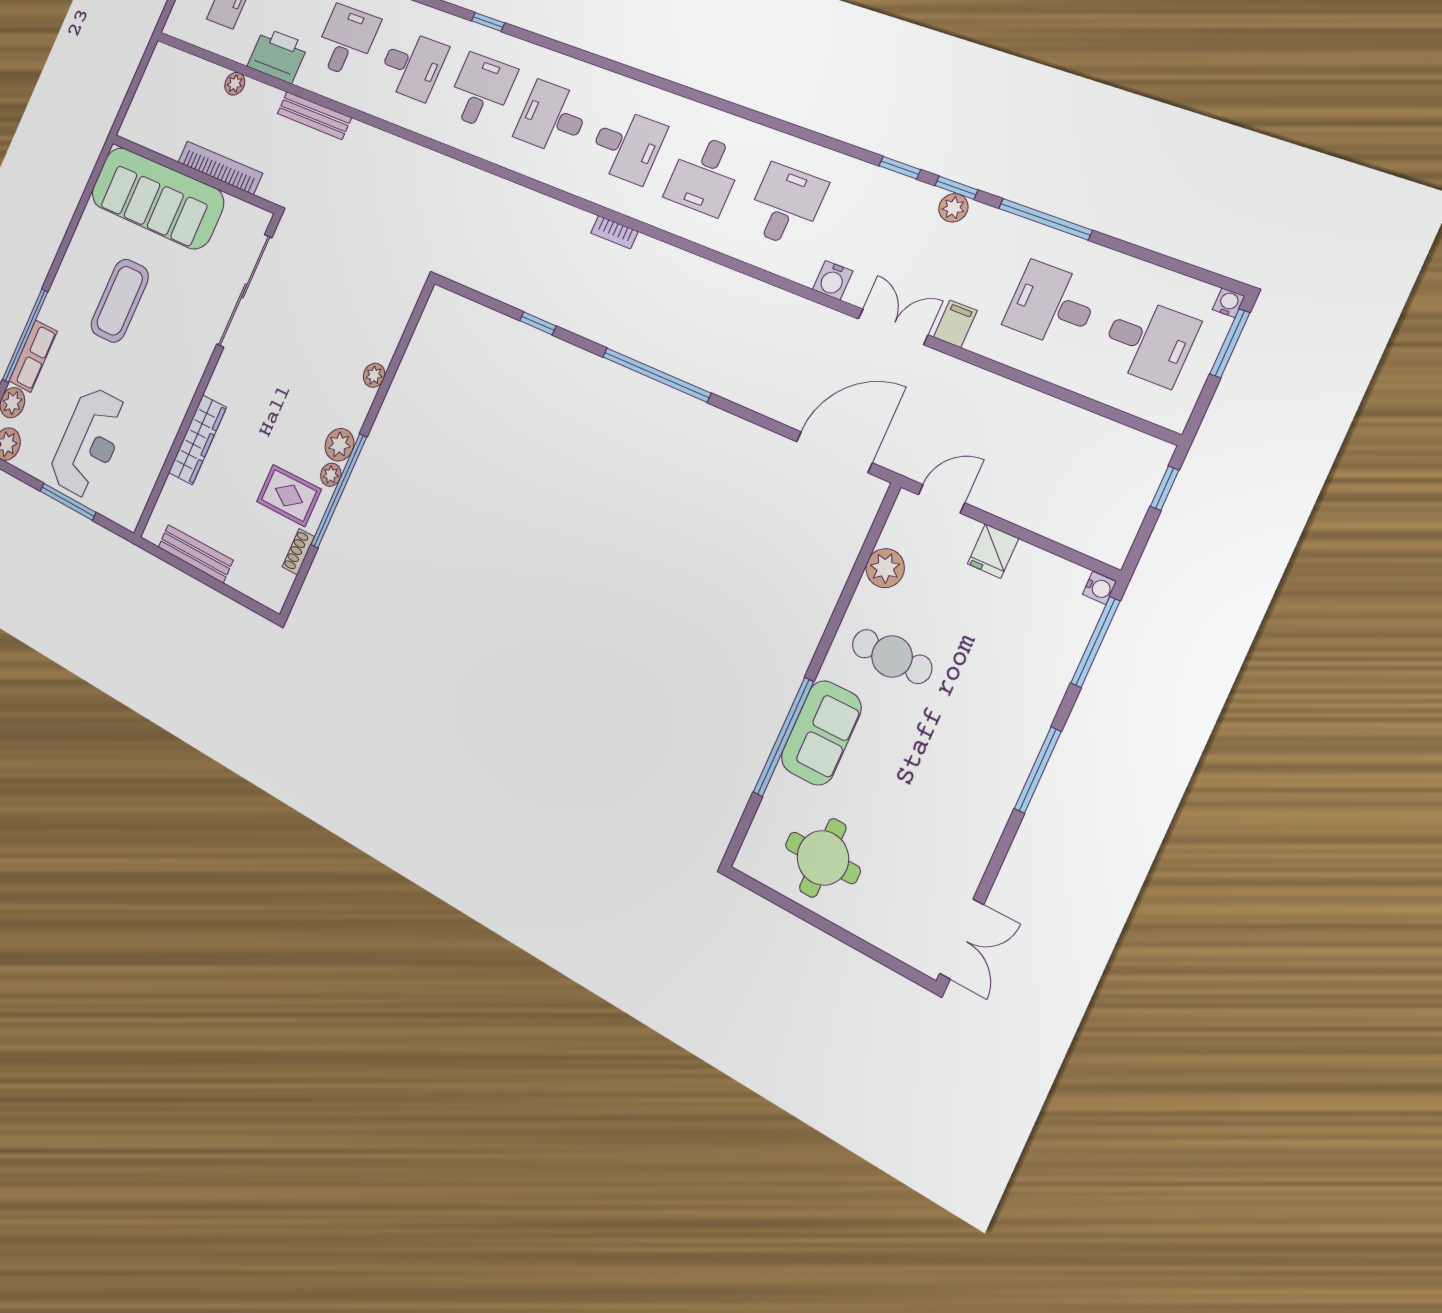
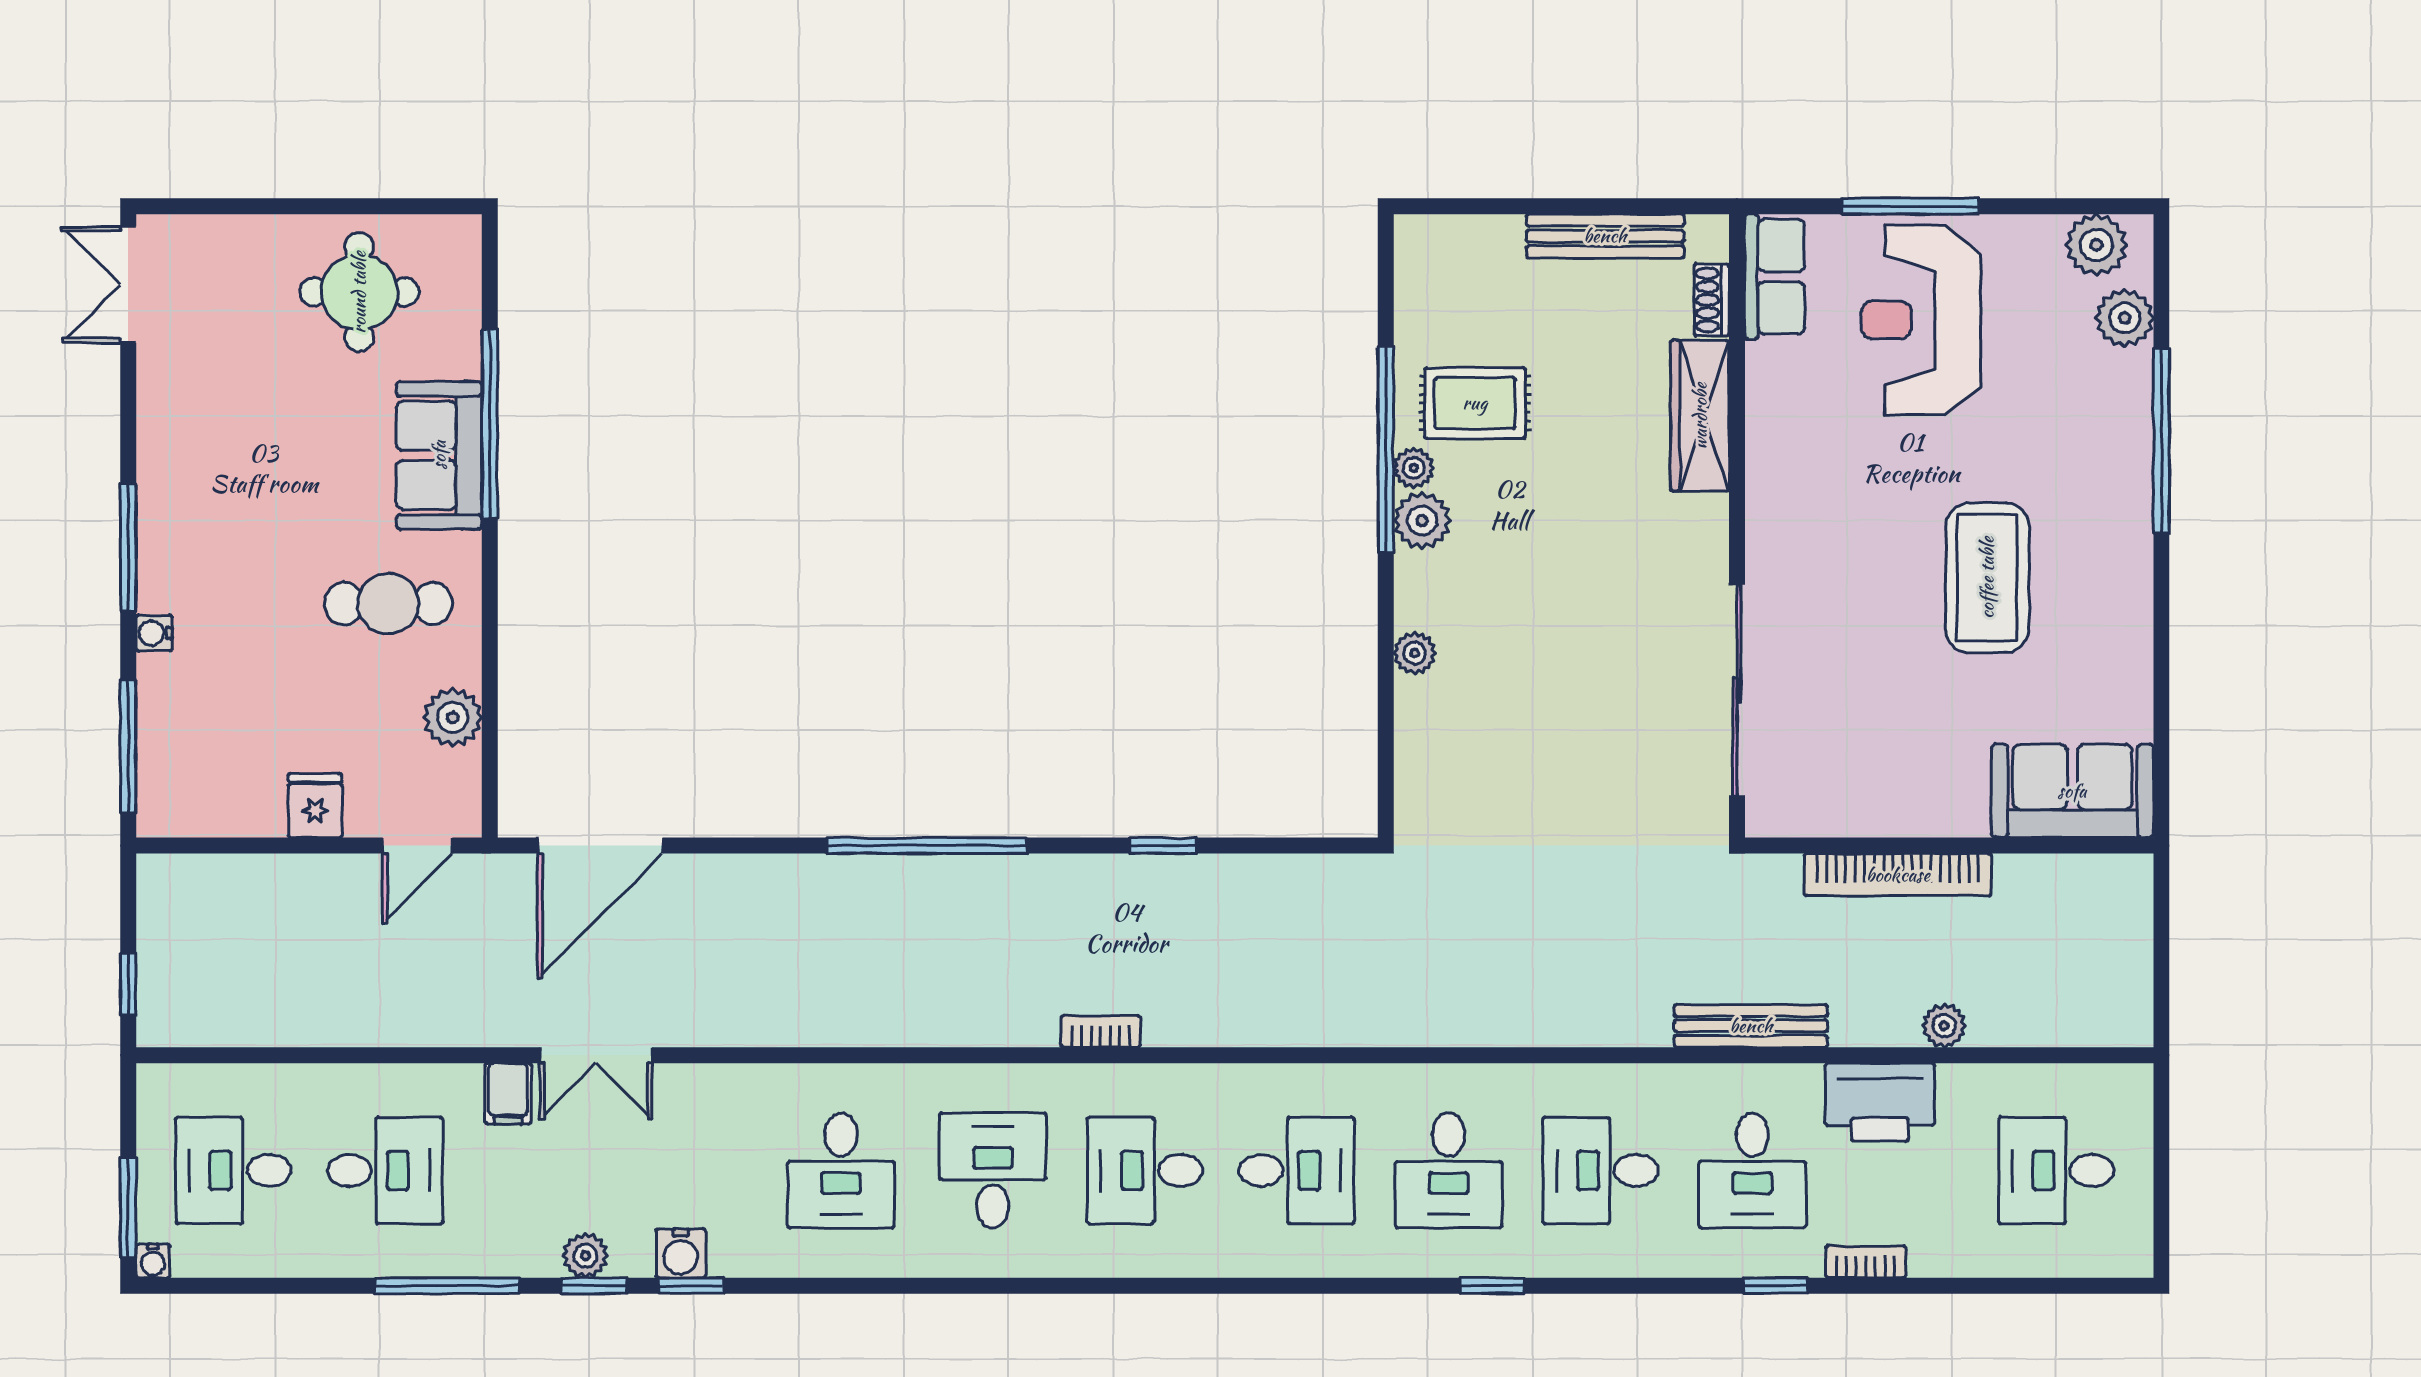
sofa: (157, 198) -> (2072, 791), width x0.54, depth x0.79
water cooler: (833, 280) -> (681, 1253), moved, turned 180
row of seats: (33, 356) -> (1775, 277), moved, turned 180
shoe rack: (298, 552) -> (1712, 300), moved, turned 180
water cooler: (1099, 588) -> (154, 633), moved

